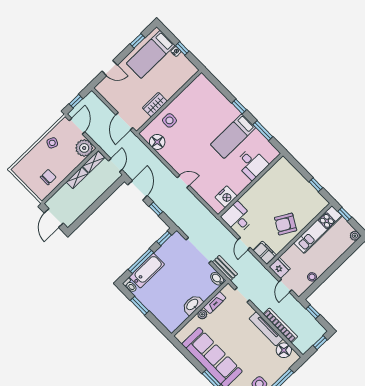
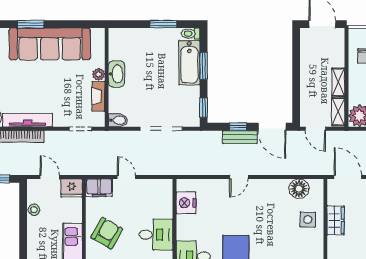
desk: (238, 218) -> (156, 235), moved
window: (141, 261) -> (204, 66), width x0.69
bench: (225, 268) -> (240, 137), moved

